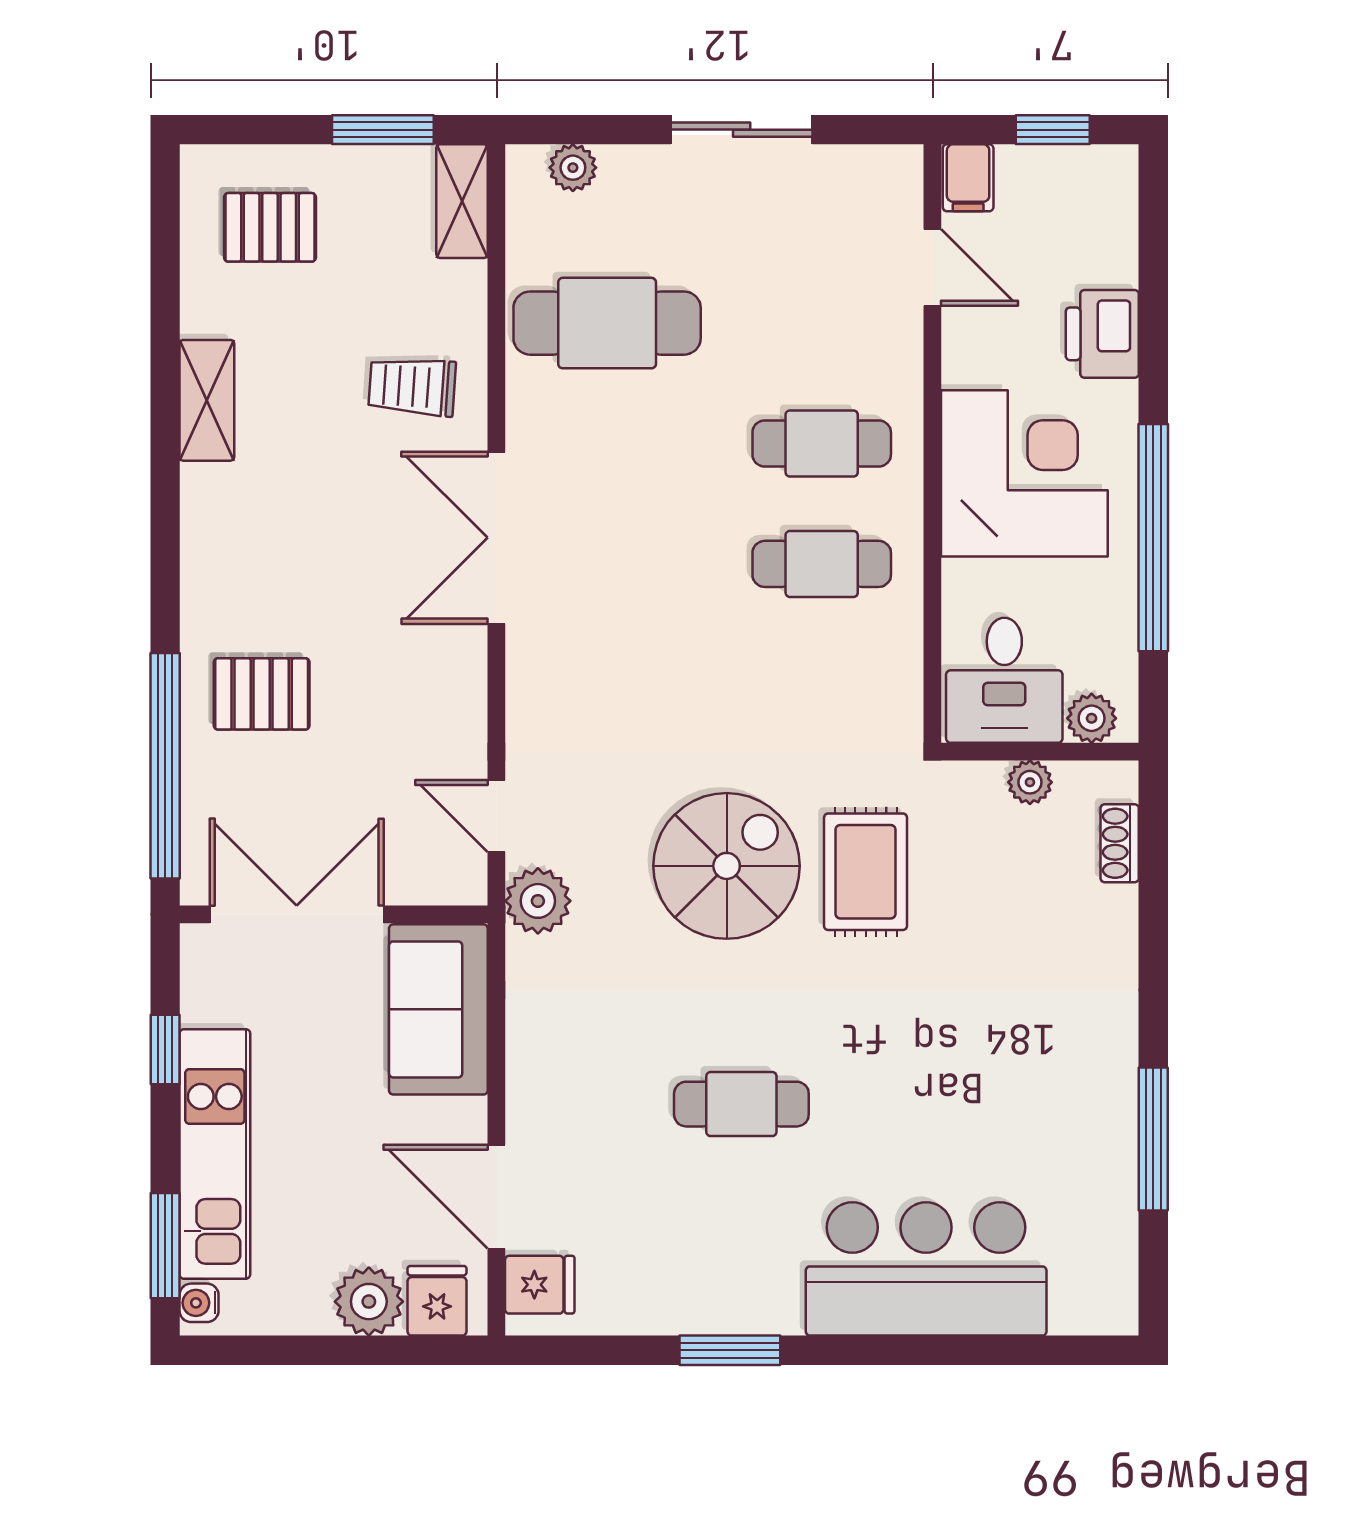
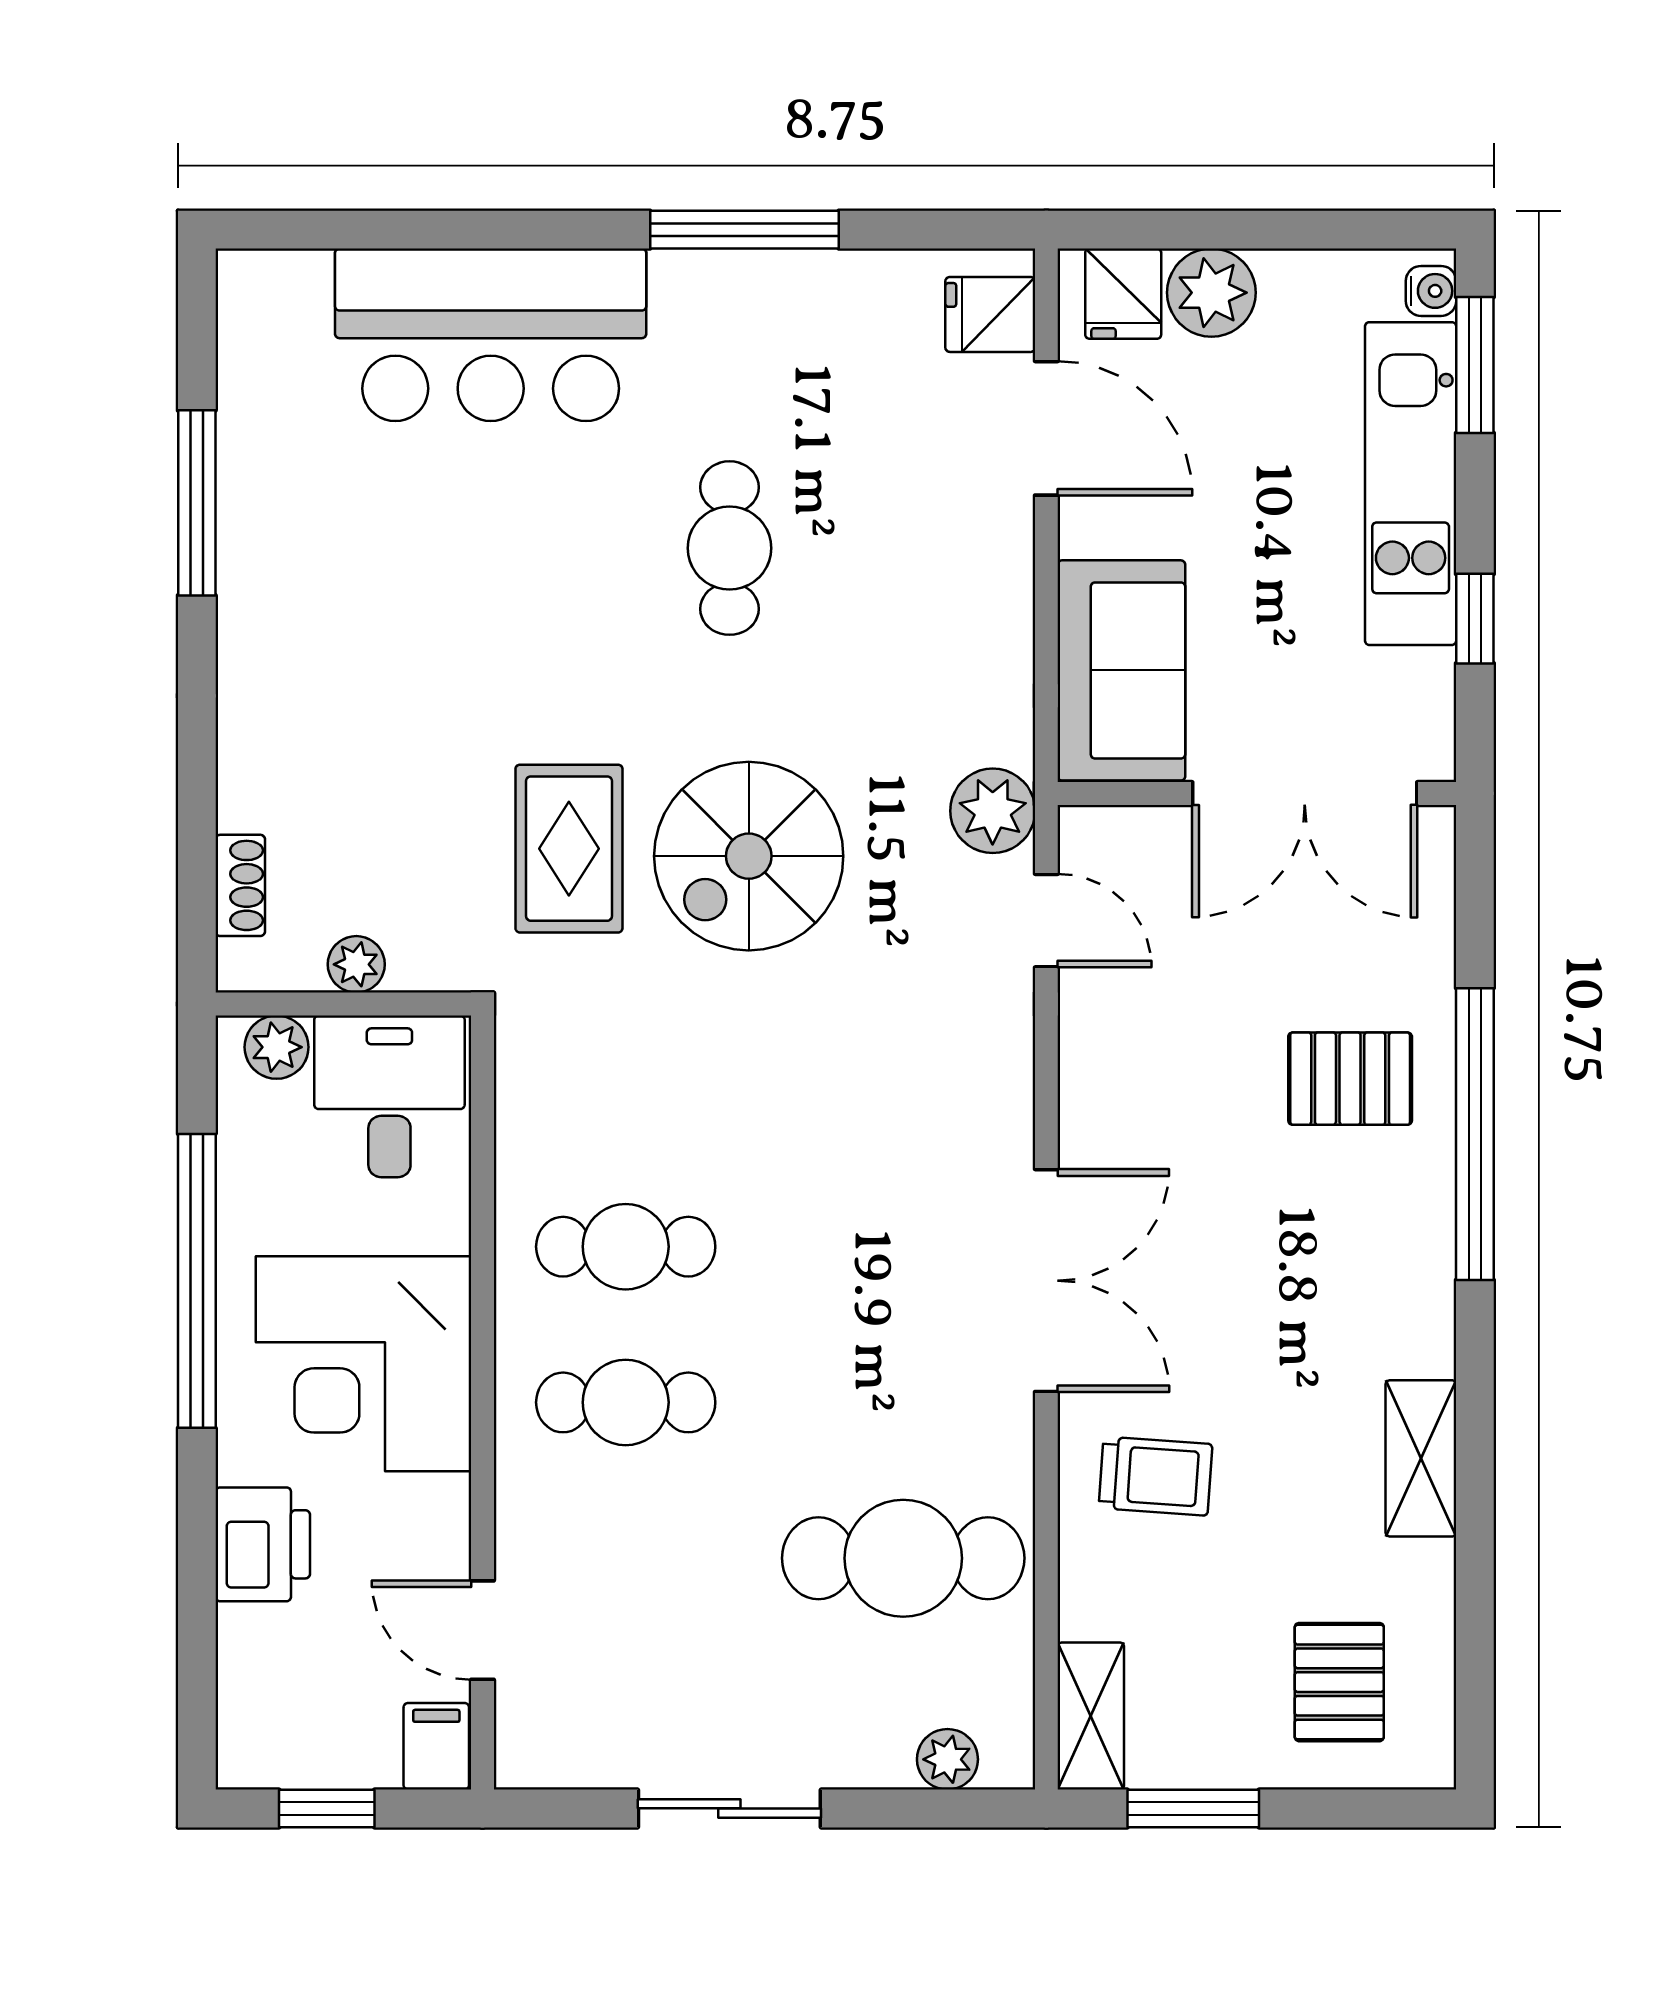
pallet: (270, 227) -> (1339, 1682), turned 90
window: (165, 766) -> (1475, 1134), moved
cafe table: (741, 1104) -> (729, 548), turned 90
window: (730, 1350) -> (744, 230), width x1.44

